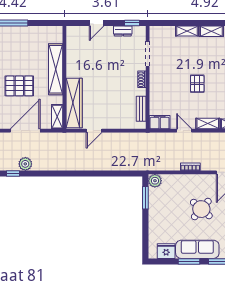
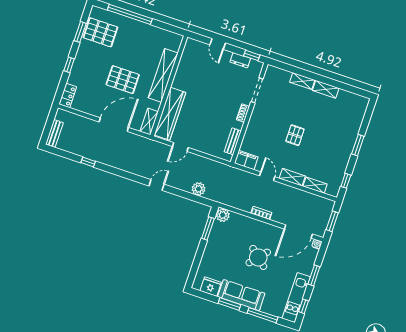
door: (97, 23) -> (218, 44), hinge flipped
plant: (25, 164) -> (199, 189), moved
door: (84, 173) -> (157, 185), added

